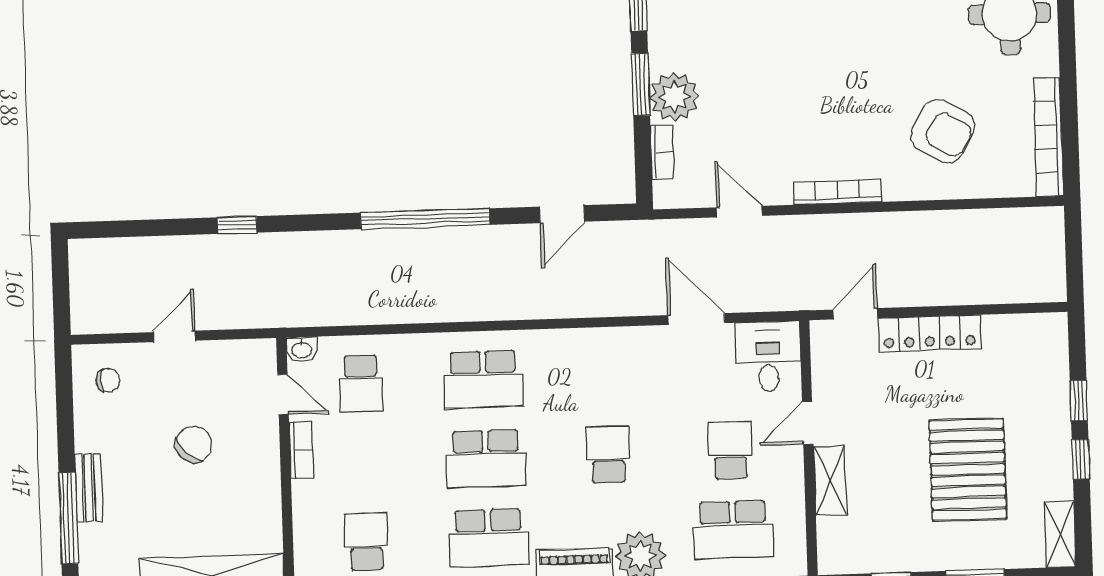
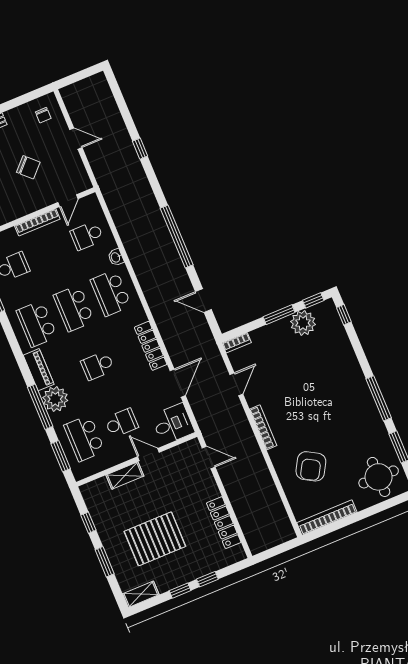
plant: (674, 97) -> (303, 323), moved
bookcase: (662, 152) -> (237, 343), moved
locker: (929, 333) -> (224, 523), moved
locker: (609, 343) -> (151, 346), added
washbasin: (302, 349) -> (116, 257), moved
bookcase: (301, 450) -> (37, 222), width x1.56
school desk: (608, 455) -> (98, 366), turned 180

